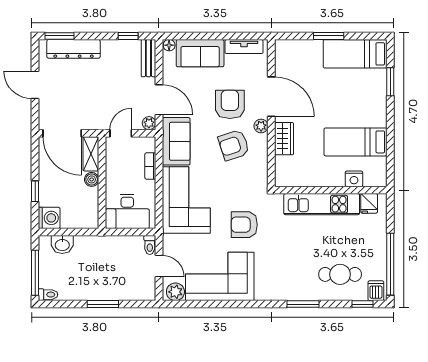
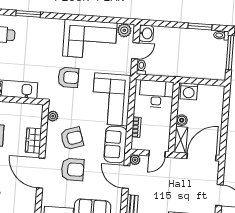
armchair: (230, 104) -> (73, 169), turned -90
plant: (261, 126) -> (53, 116), moved
door: (62, 133) -> (202, 157), hinge flipped
window: (35, 191) -> (225, 114), removed
washing machine: (49, 218) -> (189, 91), moved, turned -90
washbasin: (62, 245) -> (146, 33), moved, turned 90
door: (159, 266) -> (135, 51), swing flipped
window: (103, 304) -> (200, 26), moved

